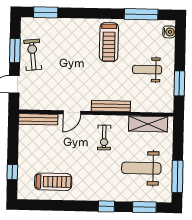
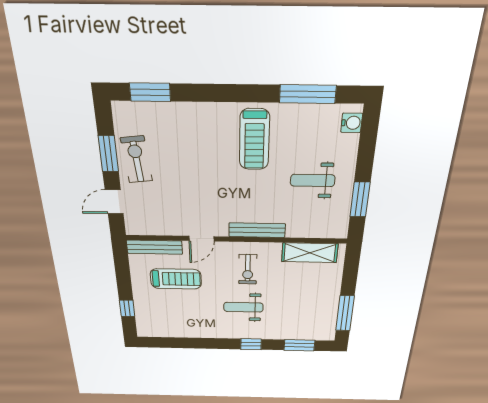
weight bench: (141, 168) -> (243, 307), moved, width x0.73, depth x0.75
treadmill: (53, 182) -> (176, 279), moved

